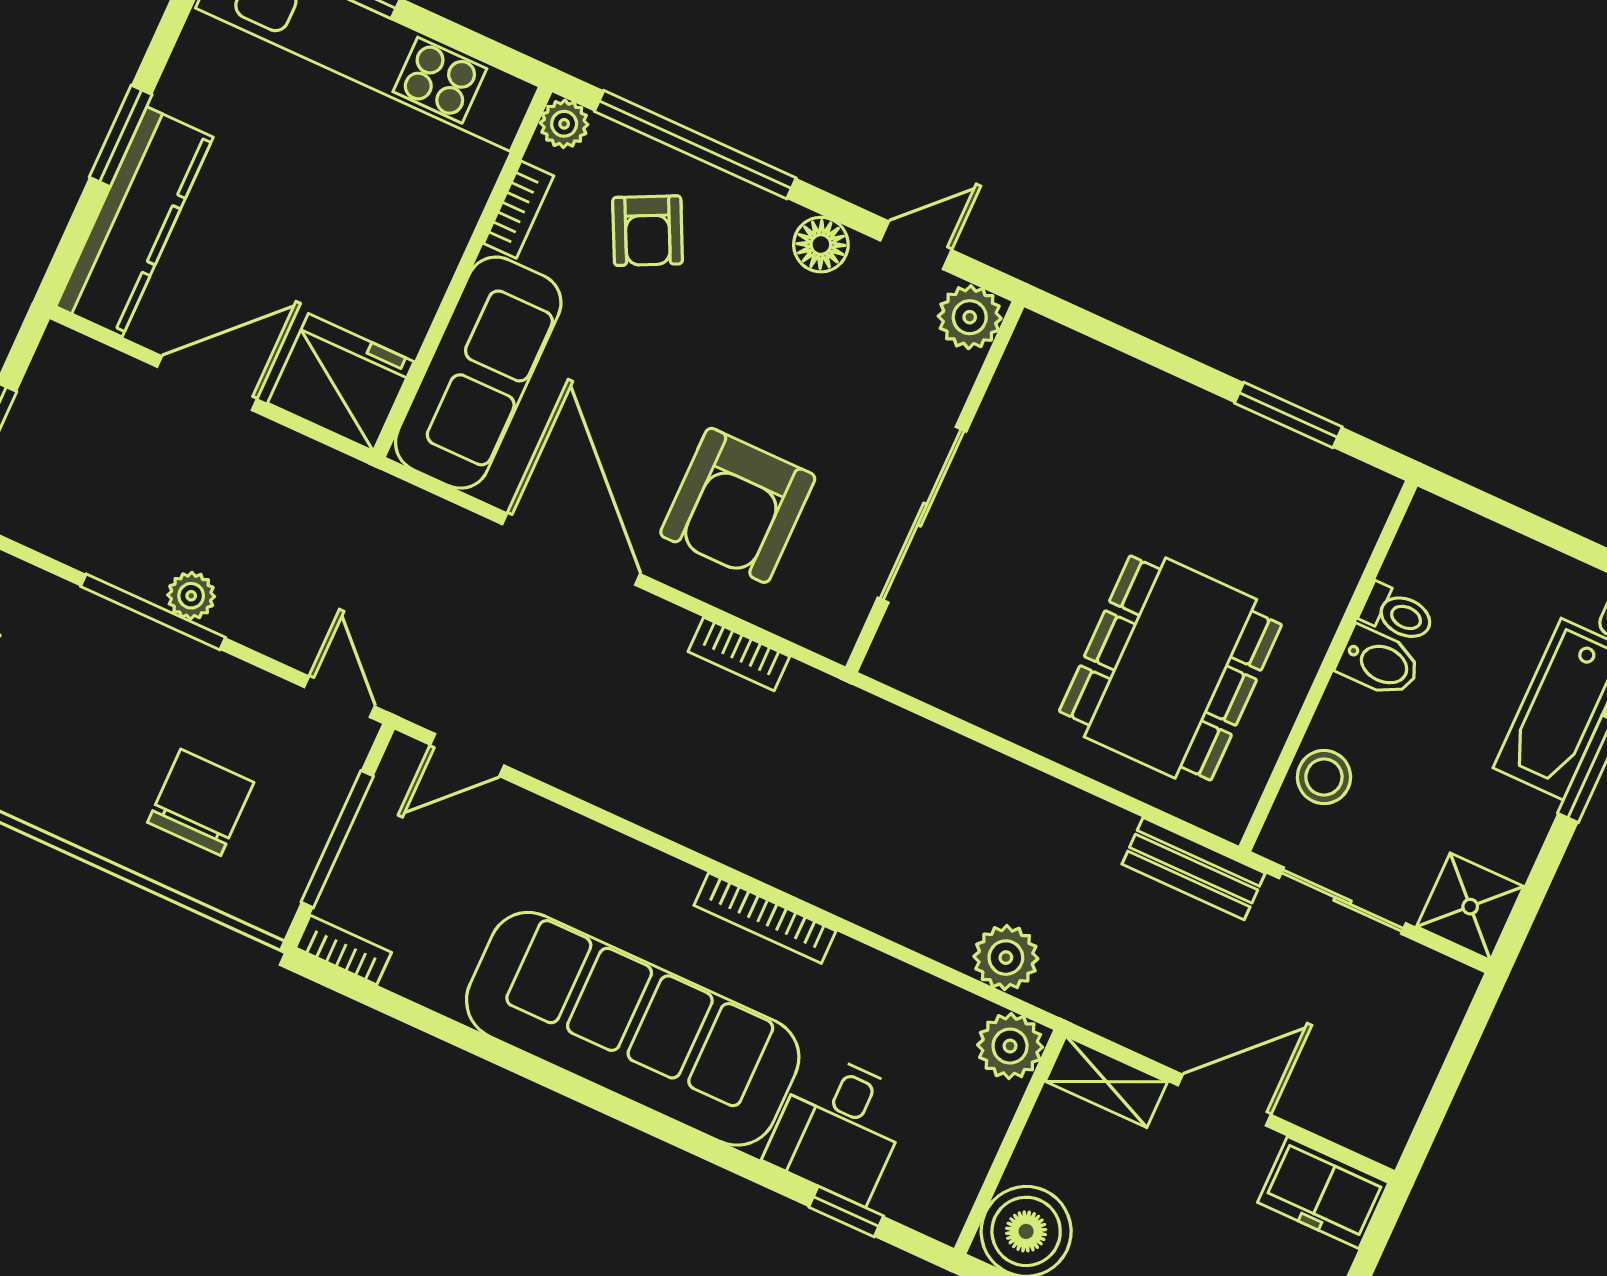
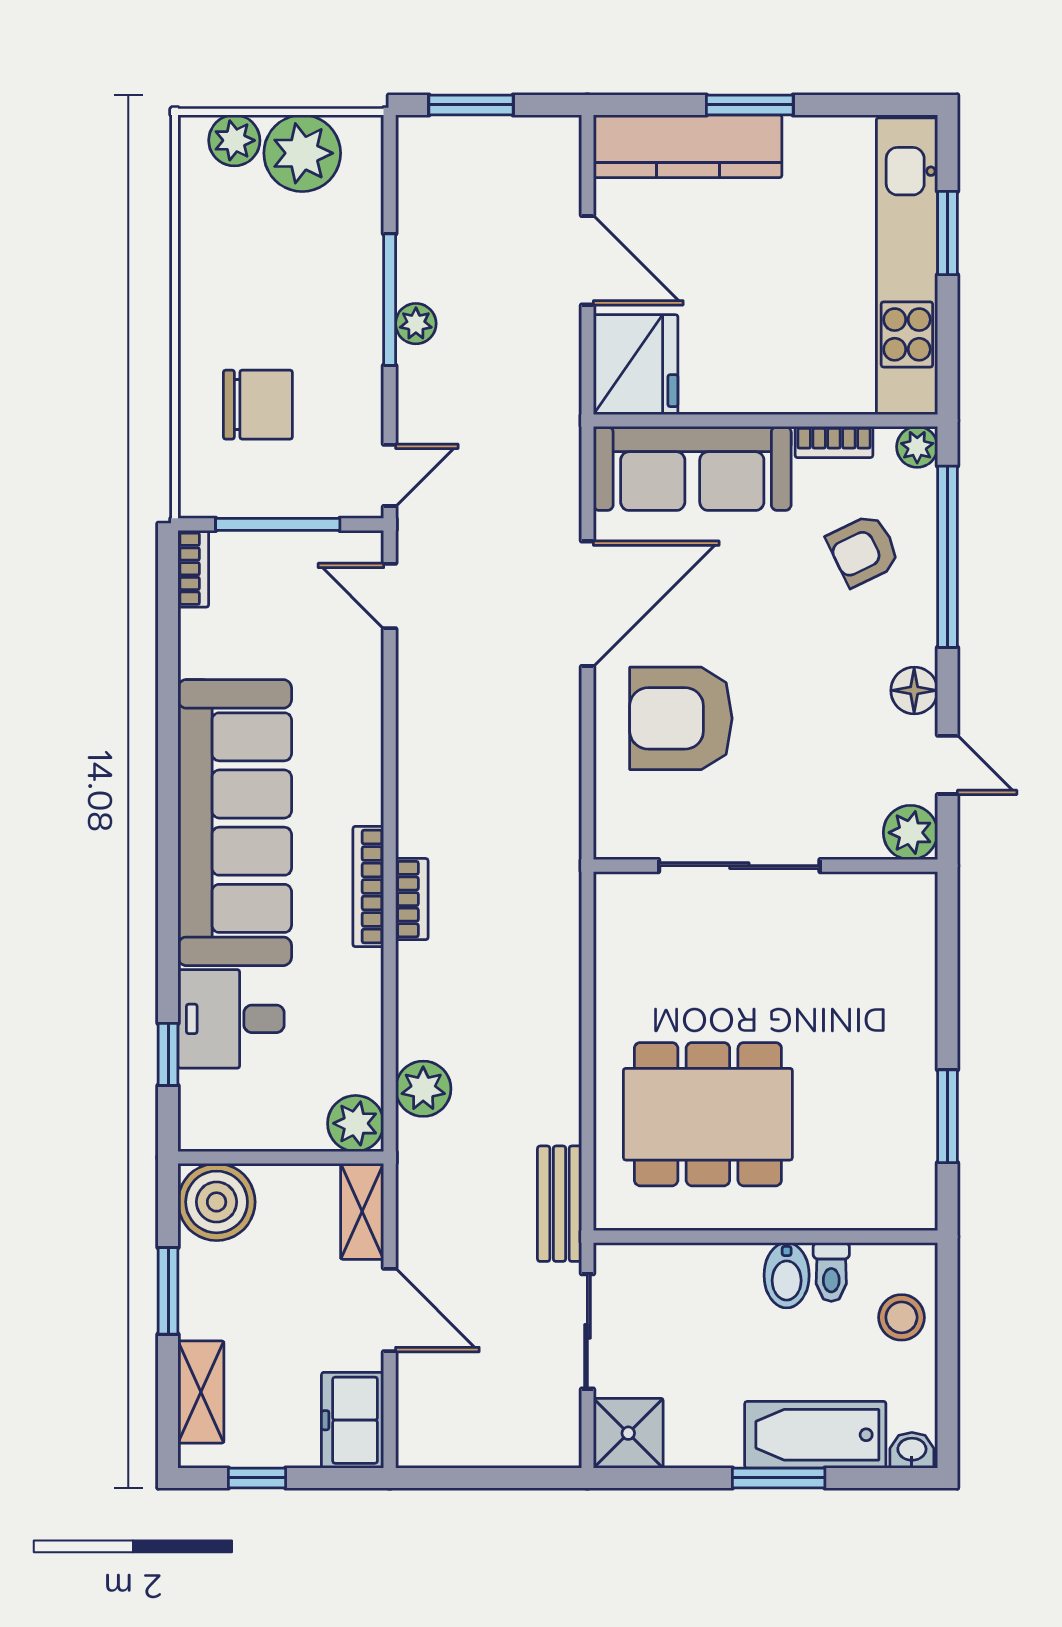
bookcase: (739, 654) -> (412, 899), moved, turned 180
stool: (1324, 777) -> (901, 1317), moved

